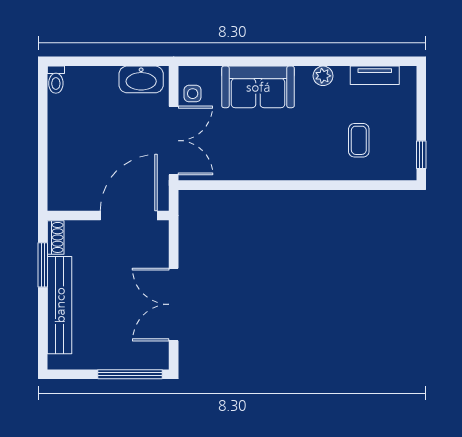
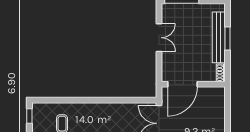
window: (43, 265) -> (227, 39), moved
double door: (174, 304) -> (159, 38), width x0.73

